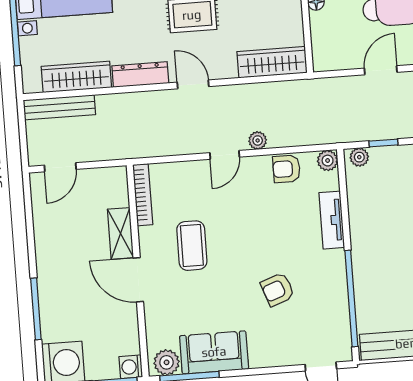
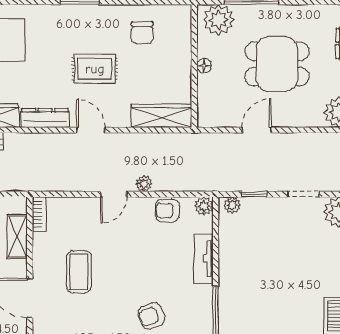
bookcase: (143, 195) -> (39, 214), width x0.64
shelving: (121, 233) -> (17, 237), moved

